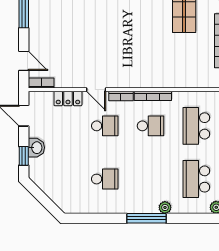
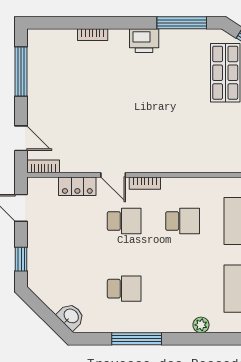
bookcase: (153, 96) -> (186, 183), removed
washbasin: (36, 148) -> (71, 316), moved, turned -45
window: (147, 218) -> (137, 339), moved

